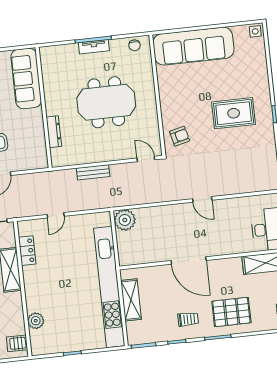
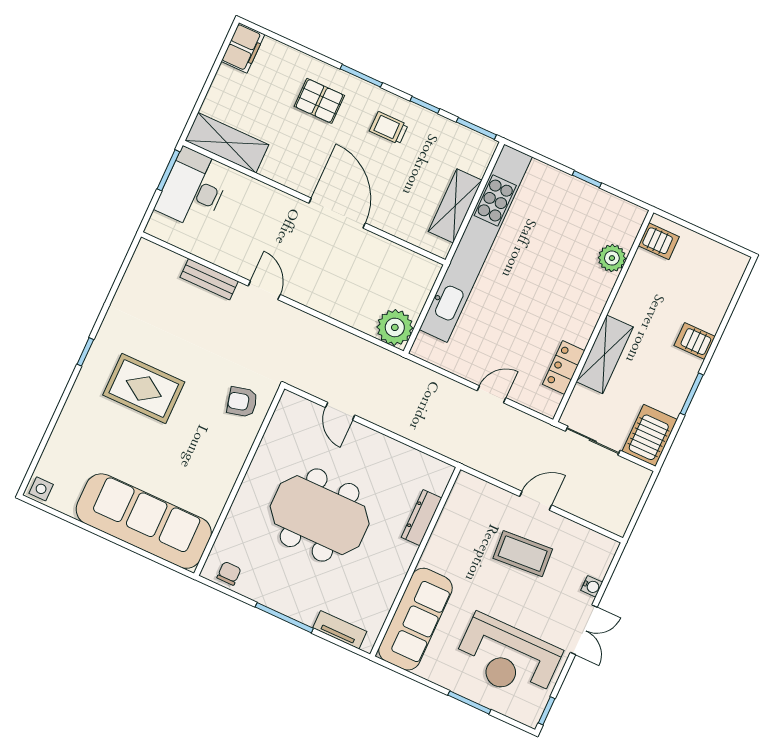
tv unit: (94, 47) -> (340, 630), moved
door: (146, 159) -> (340, 411), moved
bench: (93, 172) -> (209, 279), moved
pallet: (231, 312) -> (319, 101), width x0.67, depth x0.71

